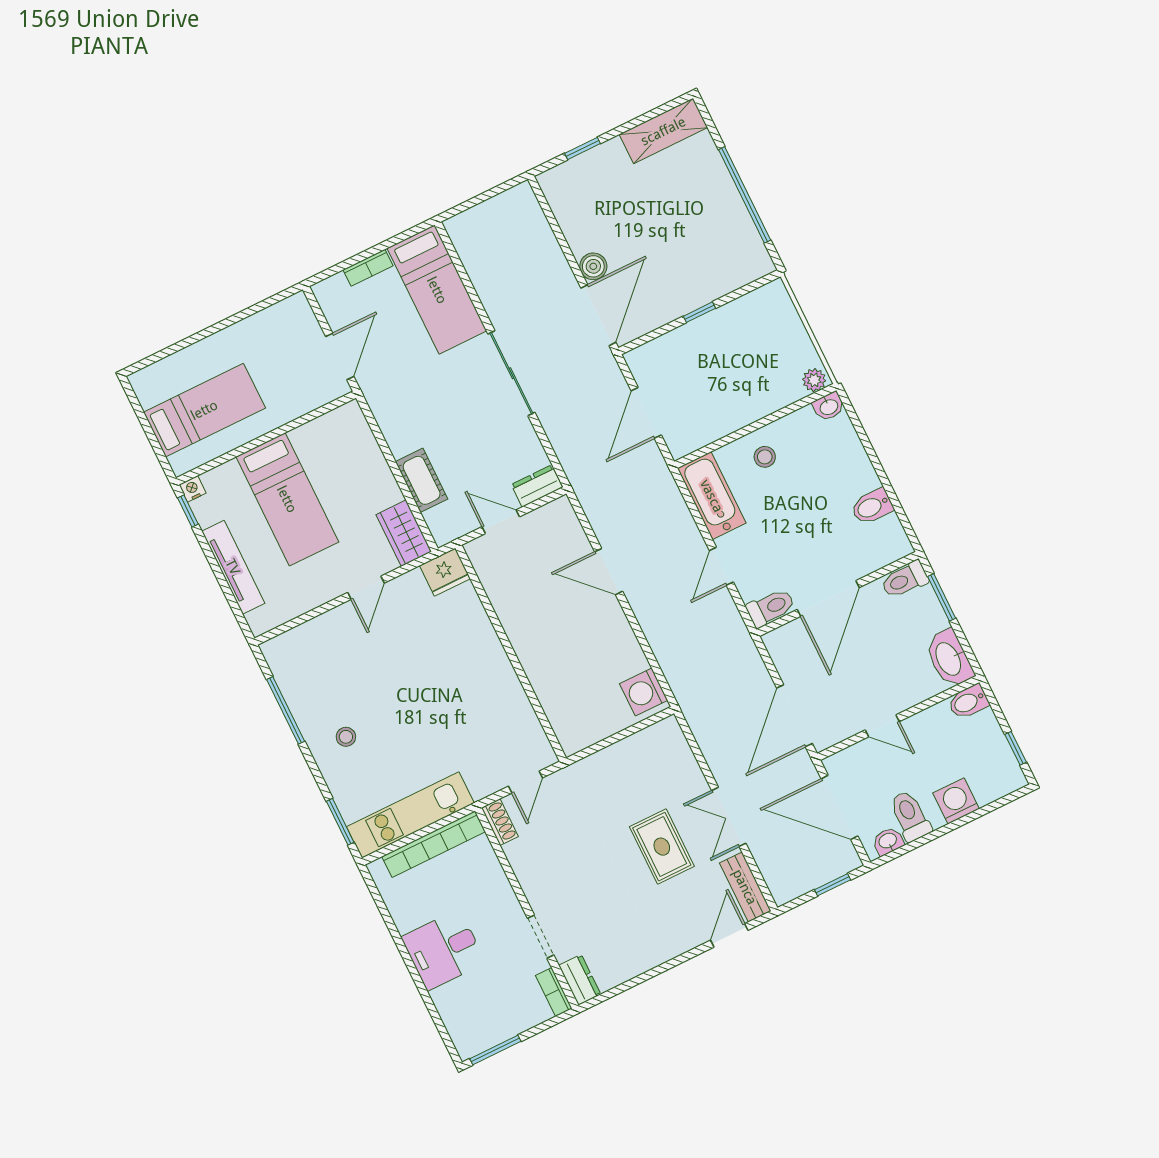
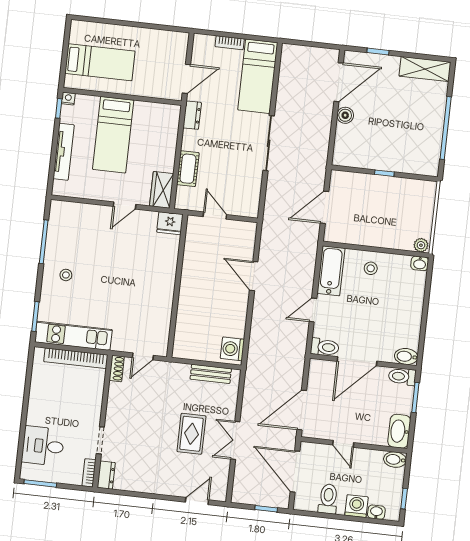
door: (598, 315) -> (339, 82), moved
dresser: (537, 486) -> (192, 115), moved, turned 90
bidet: (872, 507) -> (406, 356), moved
washbasin: (888, 841) -> (376, 512), moved
bench: (745, 887) -> (211, 374), moved, turned 90
desk: (443, 950) -> (43, 446), moved

